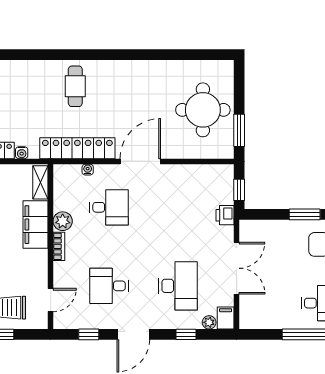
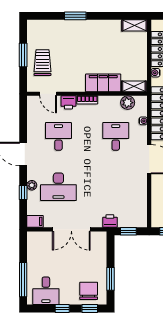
desk: (109, 207) -> (116, 136), turned 180
plant: (63, 221) -> (128, 103), moved
printer: (62, 272) -> (68, 102), added
plant: (209, 322) -> (32, 185), moved
window: (89, 334) -> (23, 122), removed

